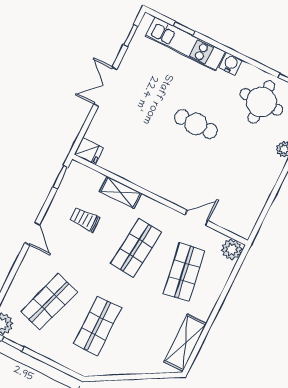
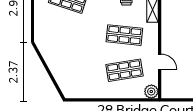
shop shelf: (97, 326) -> (68, 35), removed
shelving: (185, 343) -> (83, 91), removed

